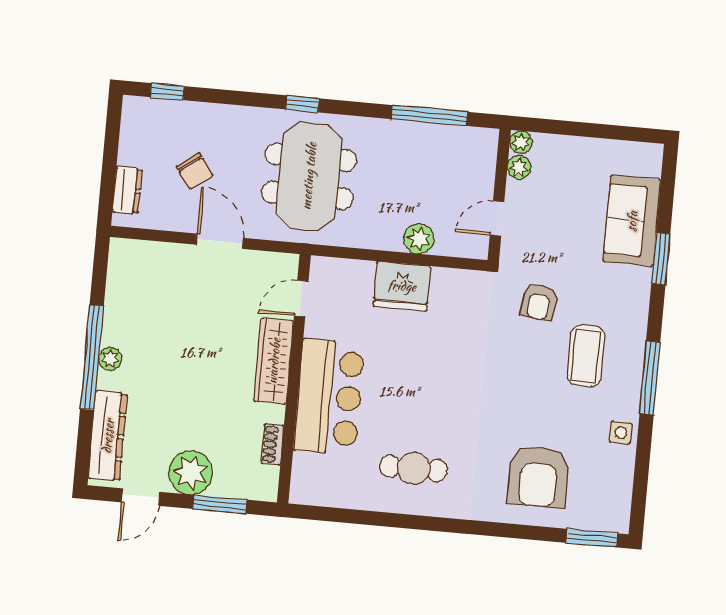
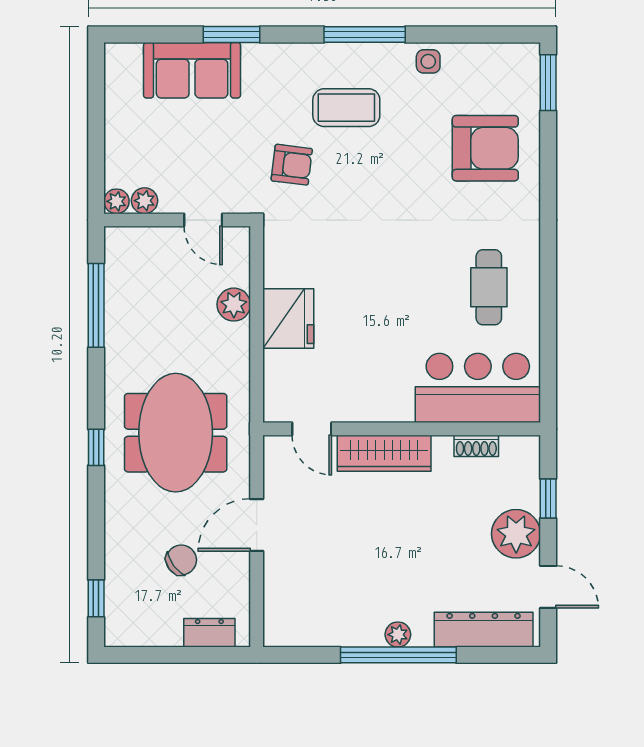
meeting table: (309, 176) -> (176, 433), turned 90
bar counter: (329, 397) -> (478, 388), moved
window: (220, 504) -> (548, 498), width x0.67

